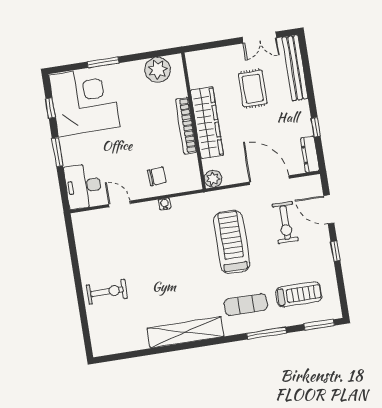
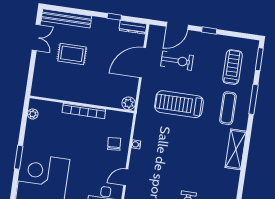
plant: (158, 70) -> (33, 114), width x0.53, depth x0.53
wardrobe: (207, 123) -> (86, 95), removed
shelving: (185, 332) -> (236, 149), width x0.68

